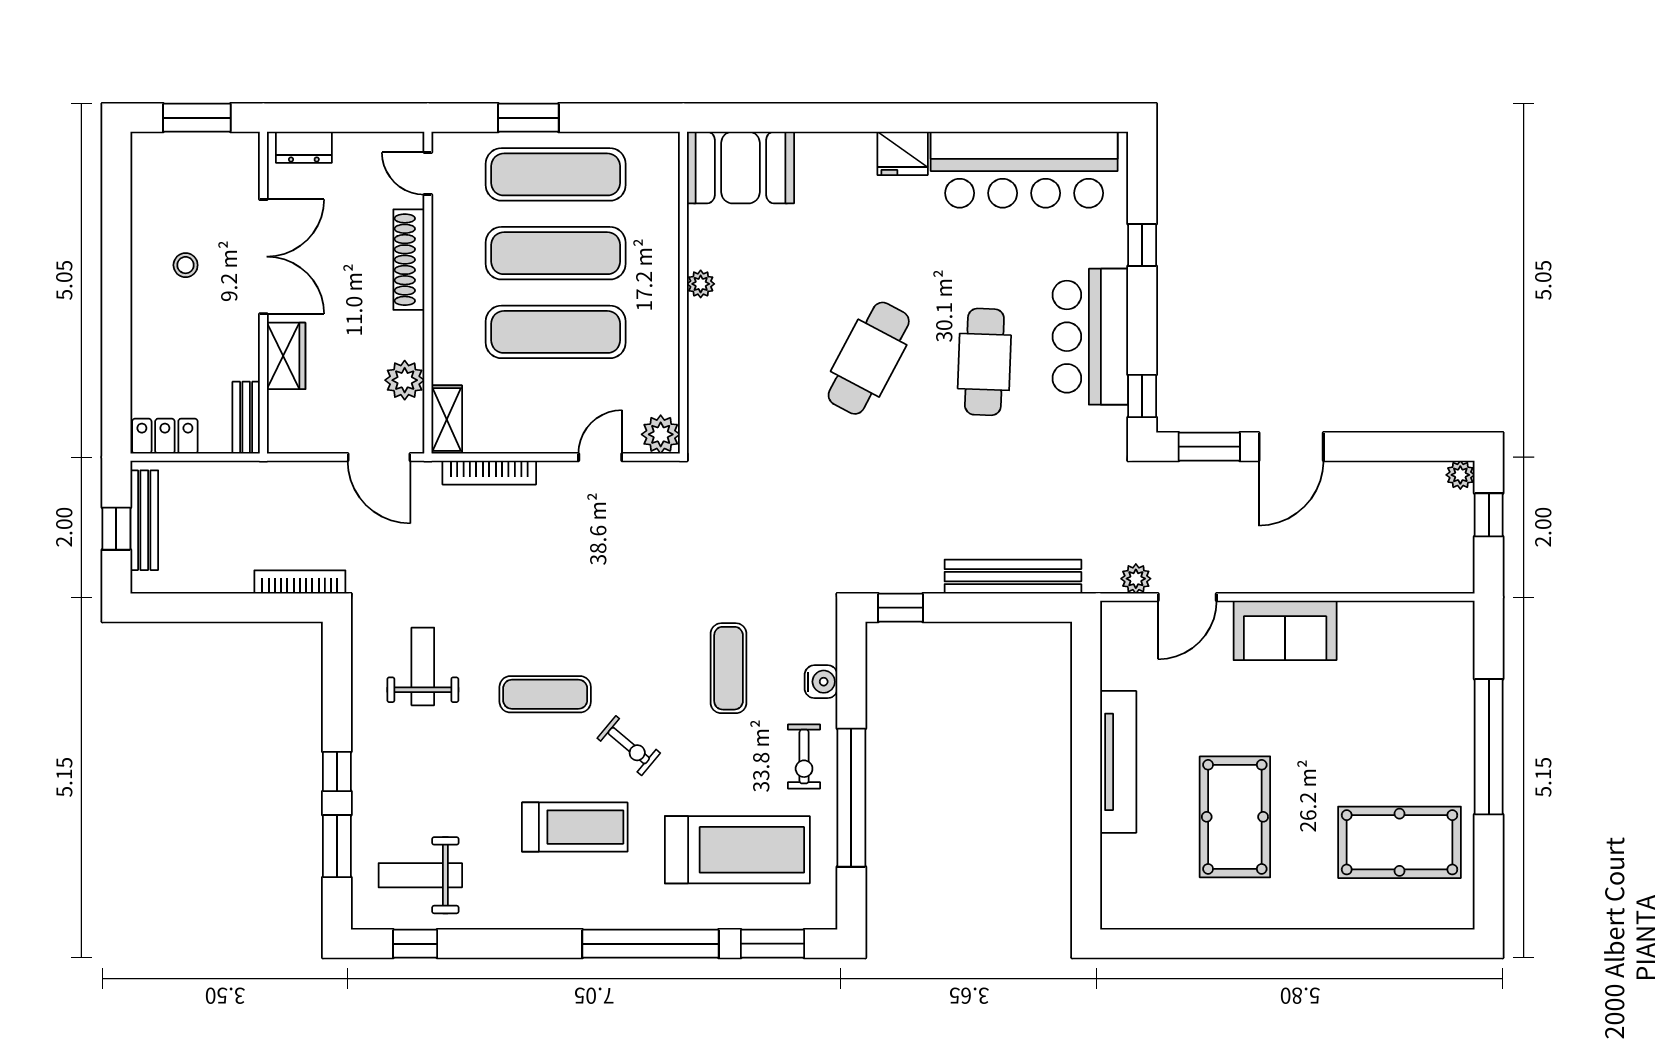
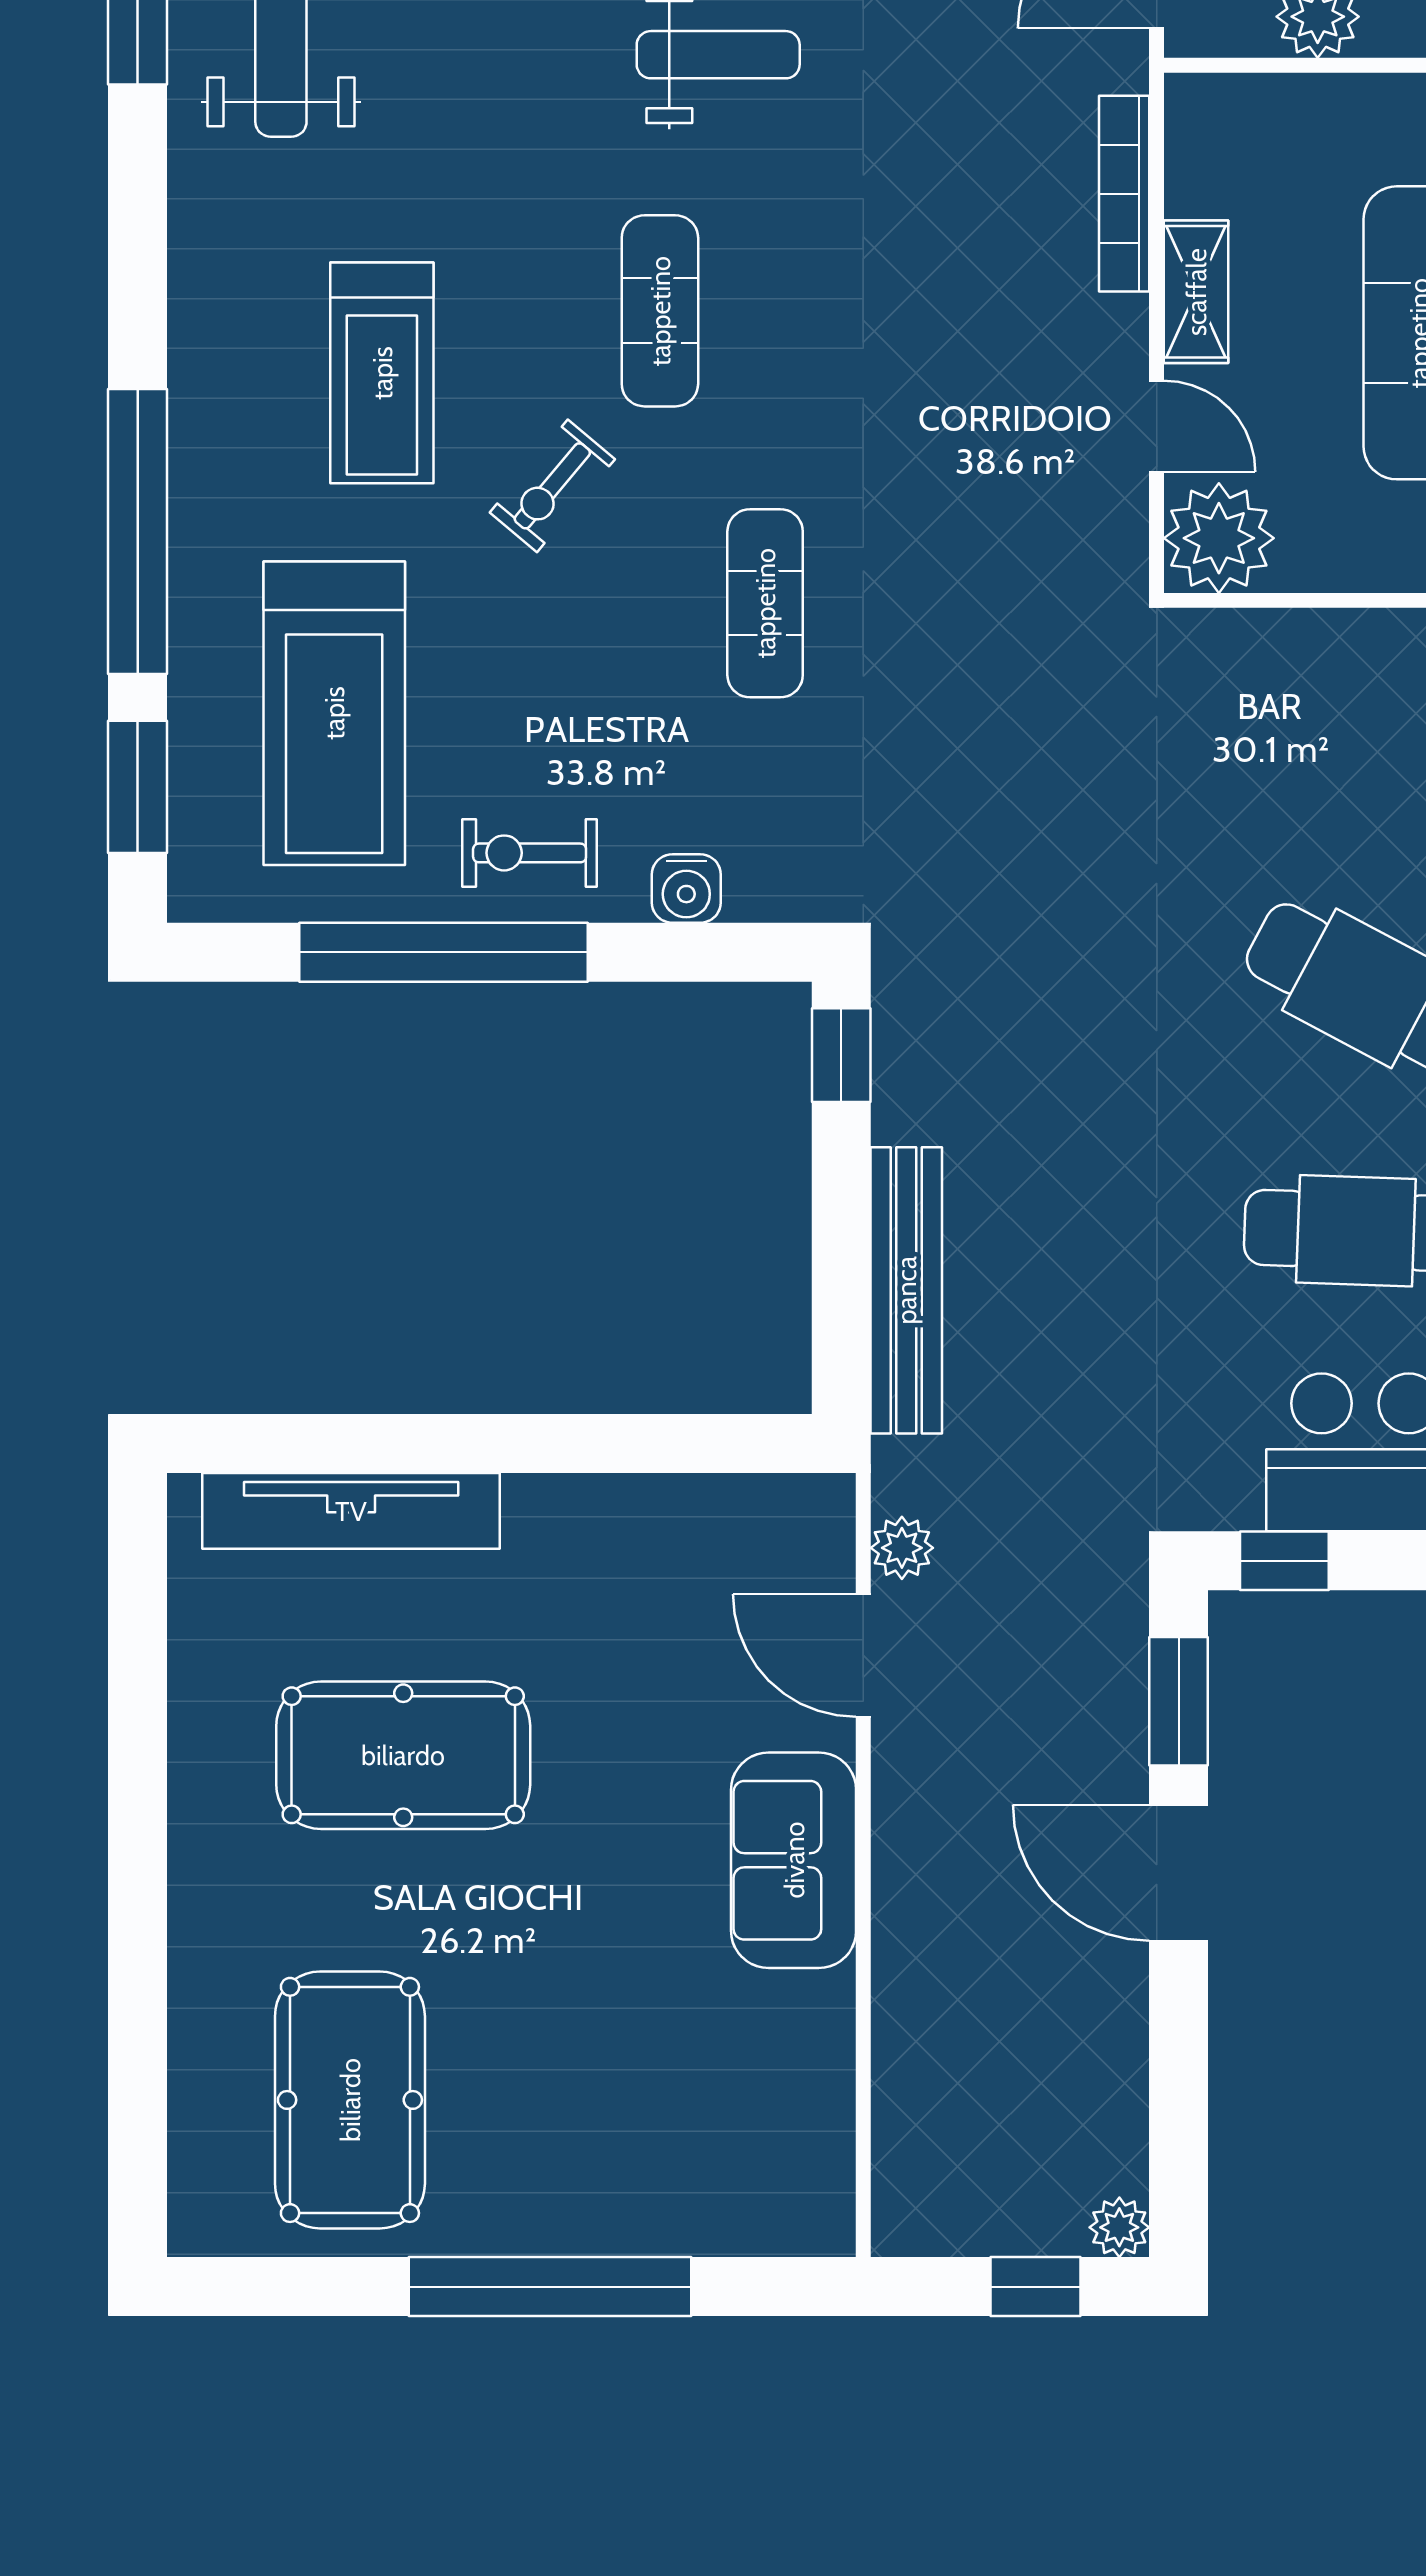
shelving: (447, 420) -> (1196, 292), moved, turned 90
plant: (661, 434) -> (1219, 538), width x1.36, depth x1.36
exercise mat: (729, 668) -> (765, 603), moved, turned 90
tv unit: (1118, 762) -> (351, 1511), moved

